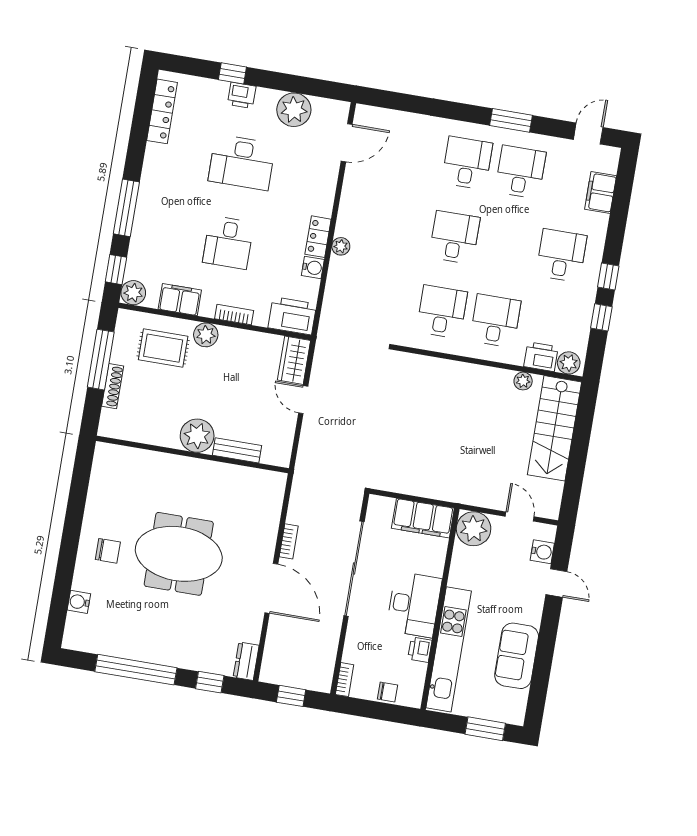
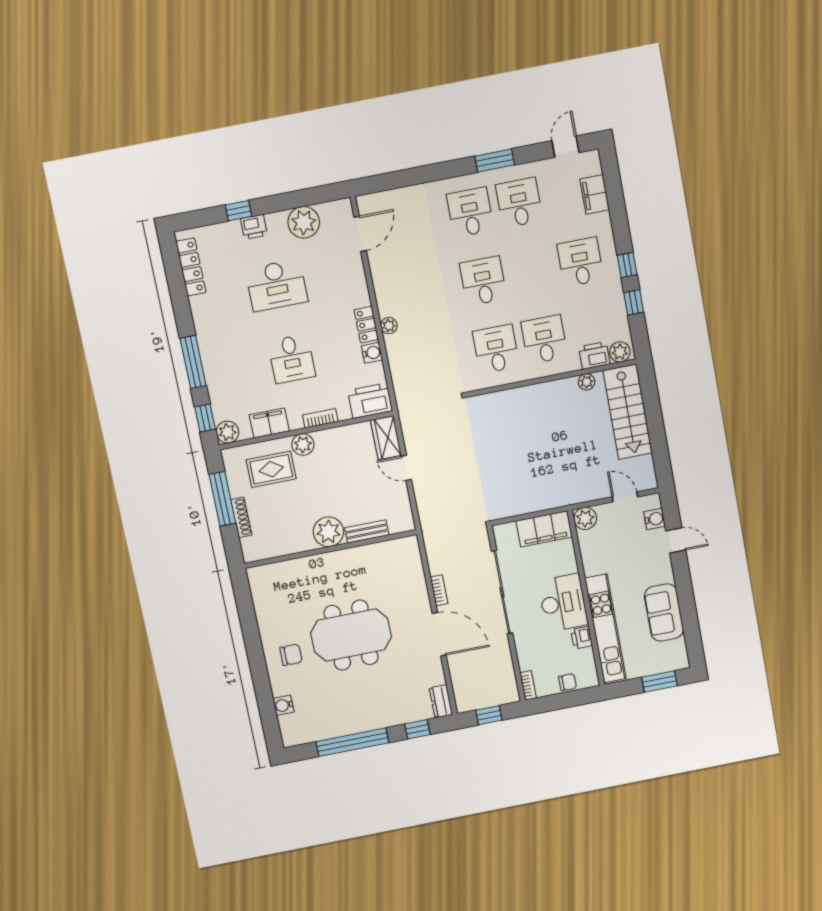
plant: (474, 529) -> (585, 518), width x0.73, depth x0.73

